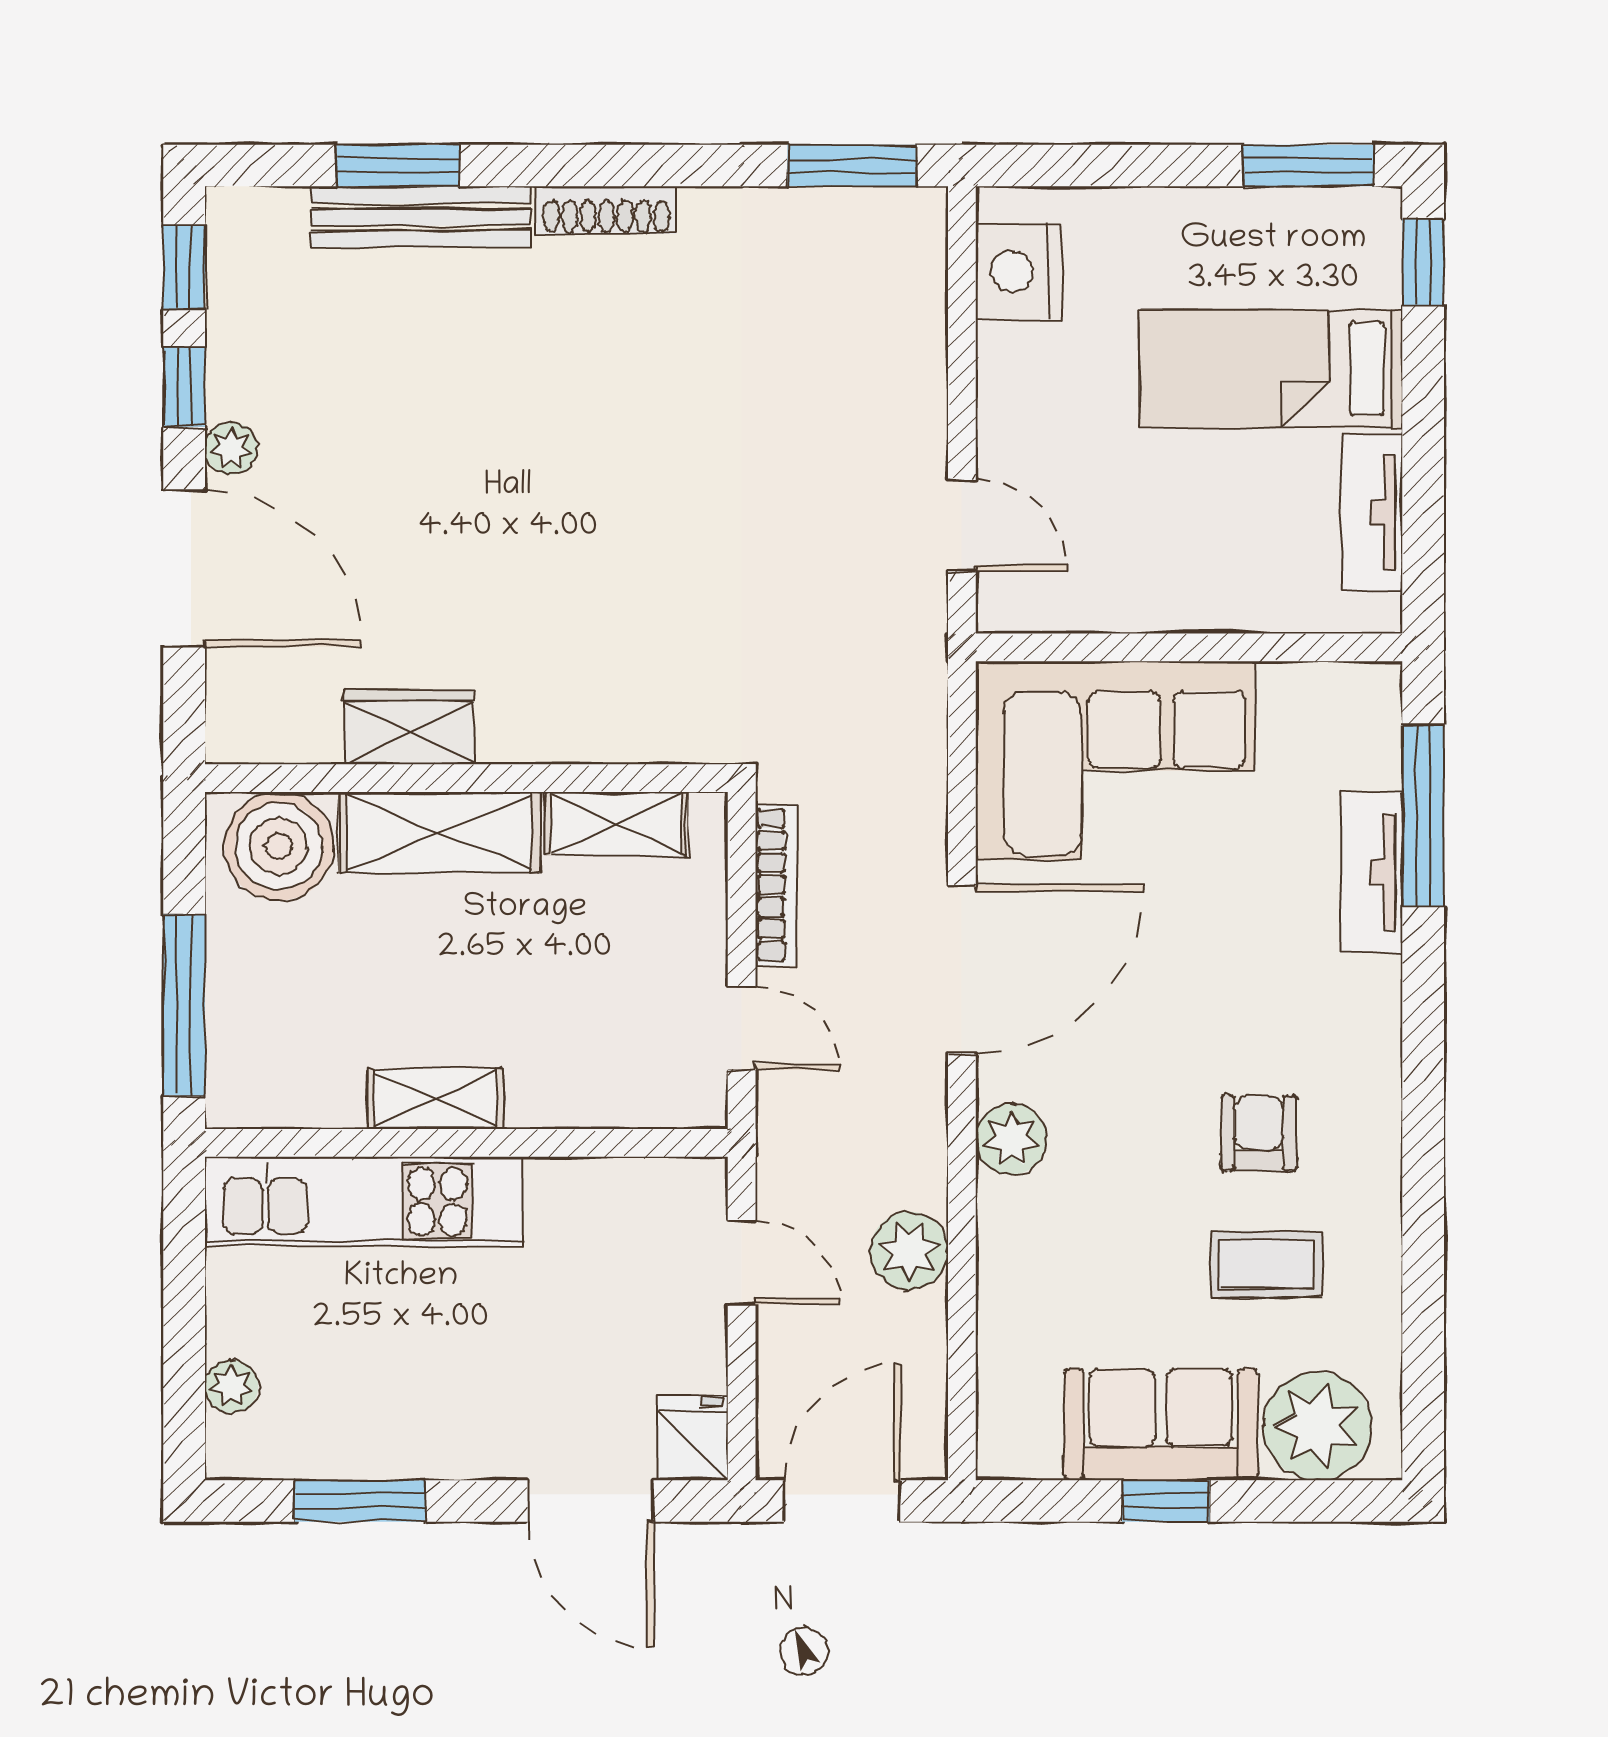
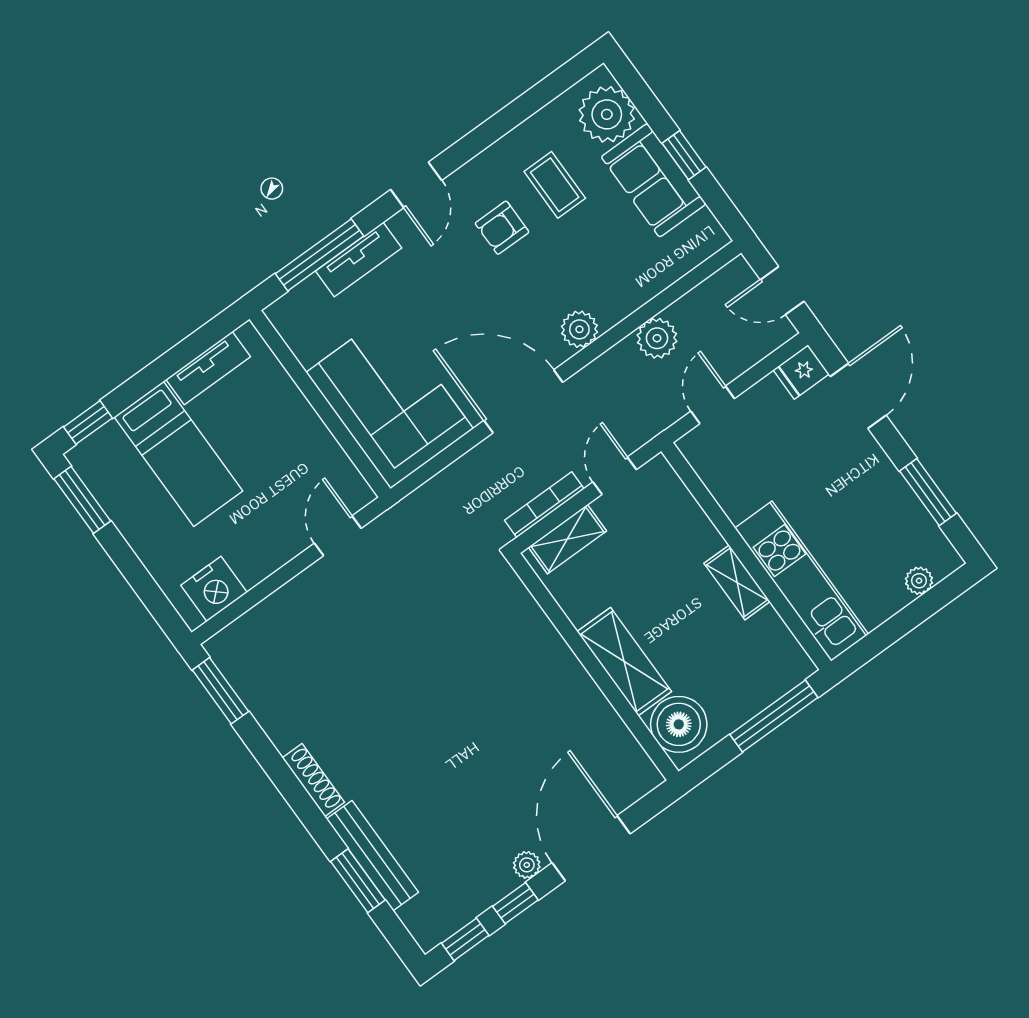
wardrobe: (409, 727) -> (589, 706), removed
shelving: (616, 824) -> (567, 539), moved, turned 90
door: (1423, 1047) -> (416, 185), added
door: (842, 1501) -> (782, 290), width x0.73

